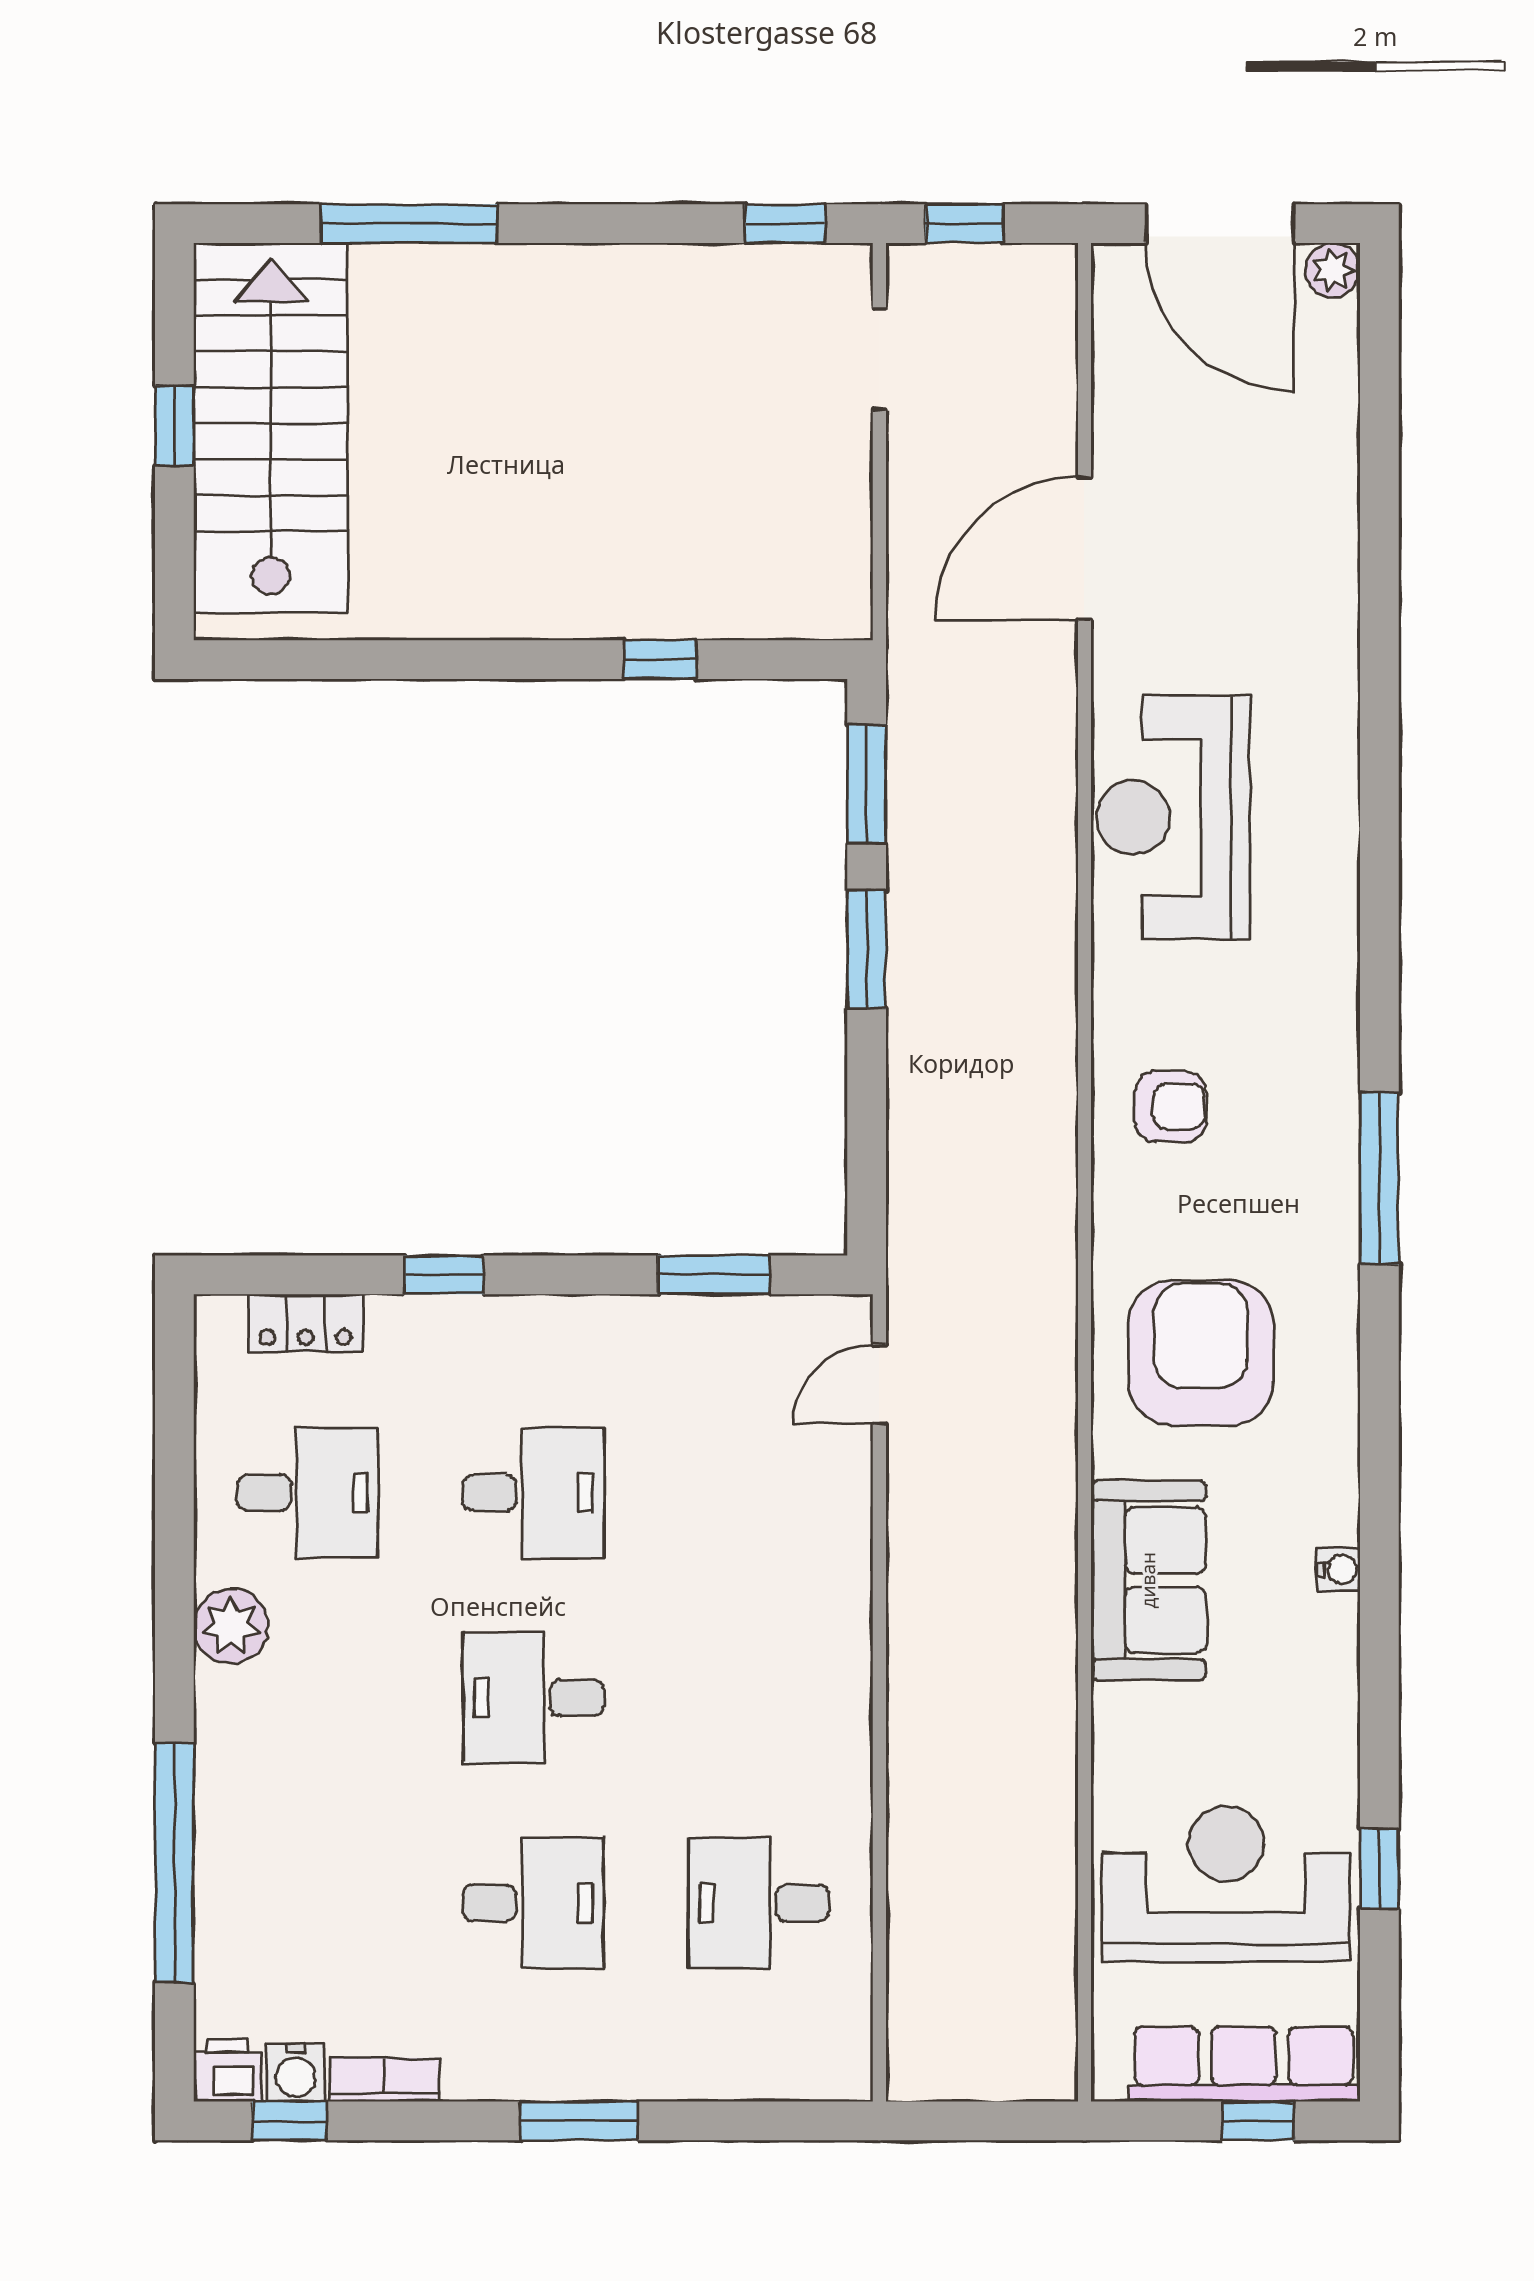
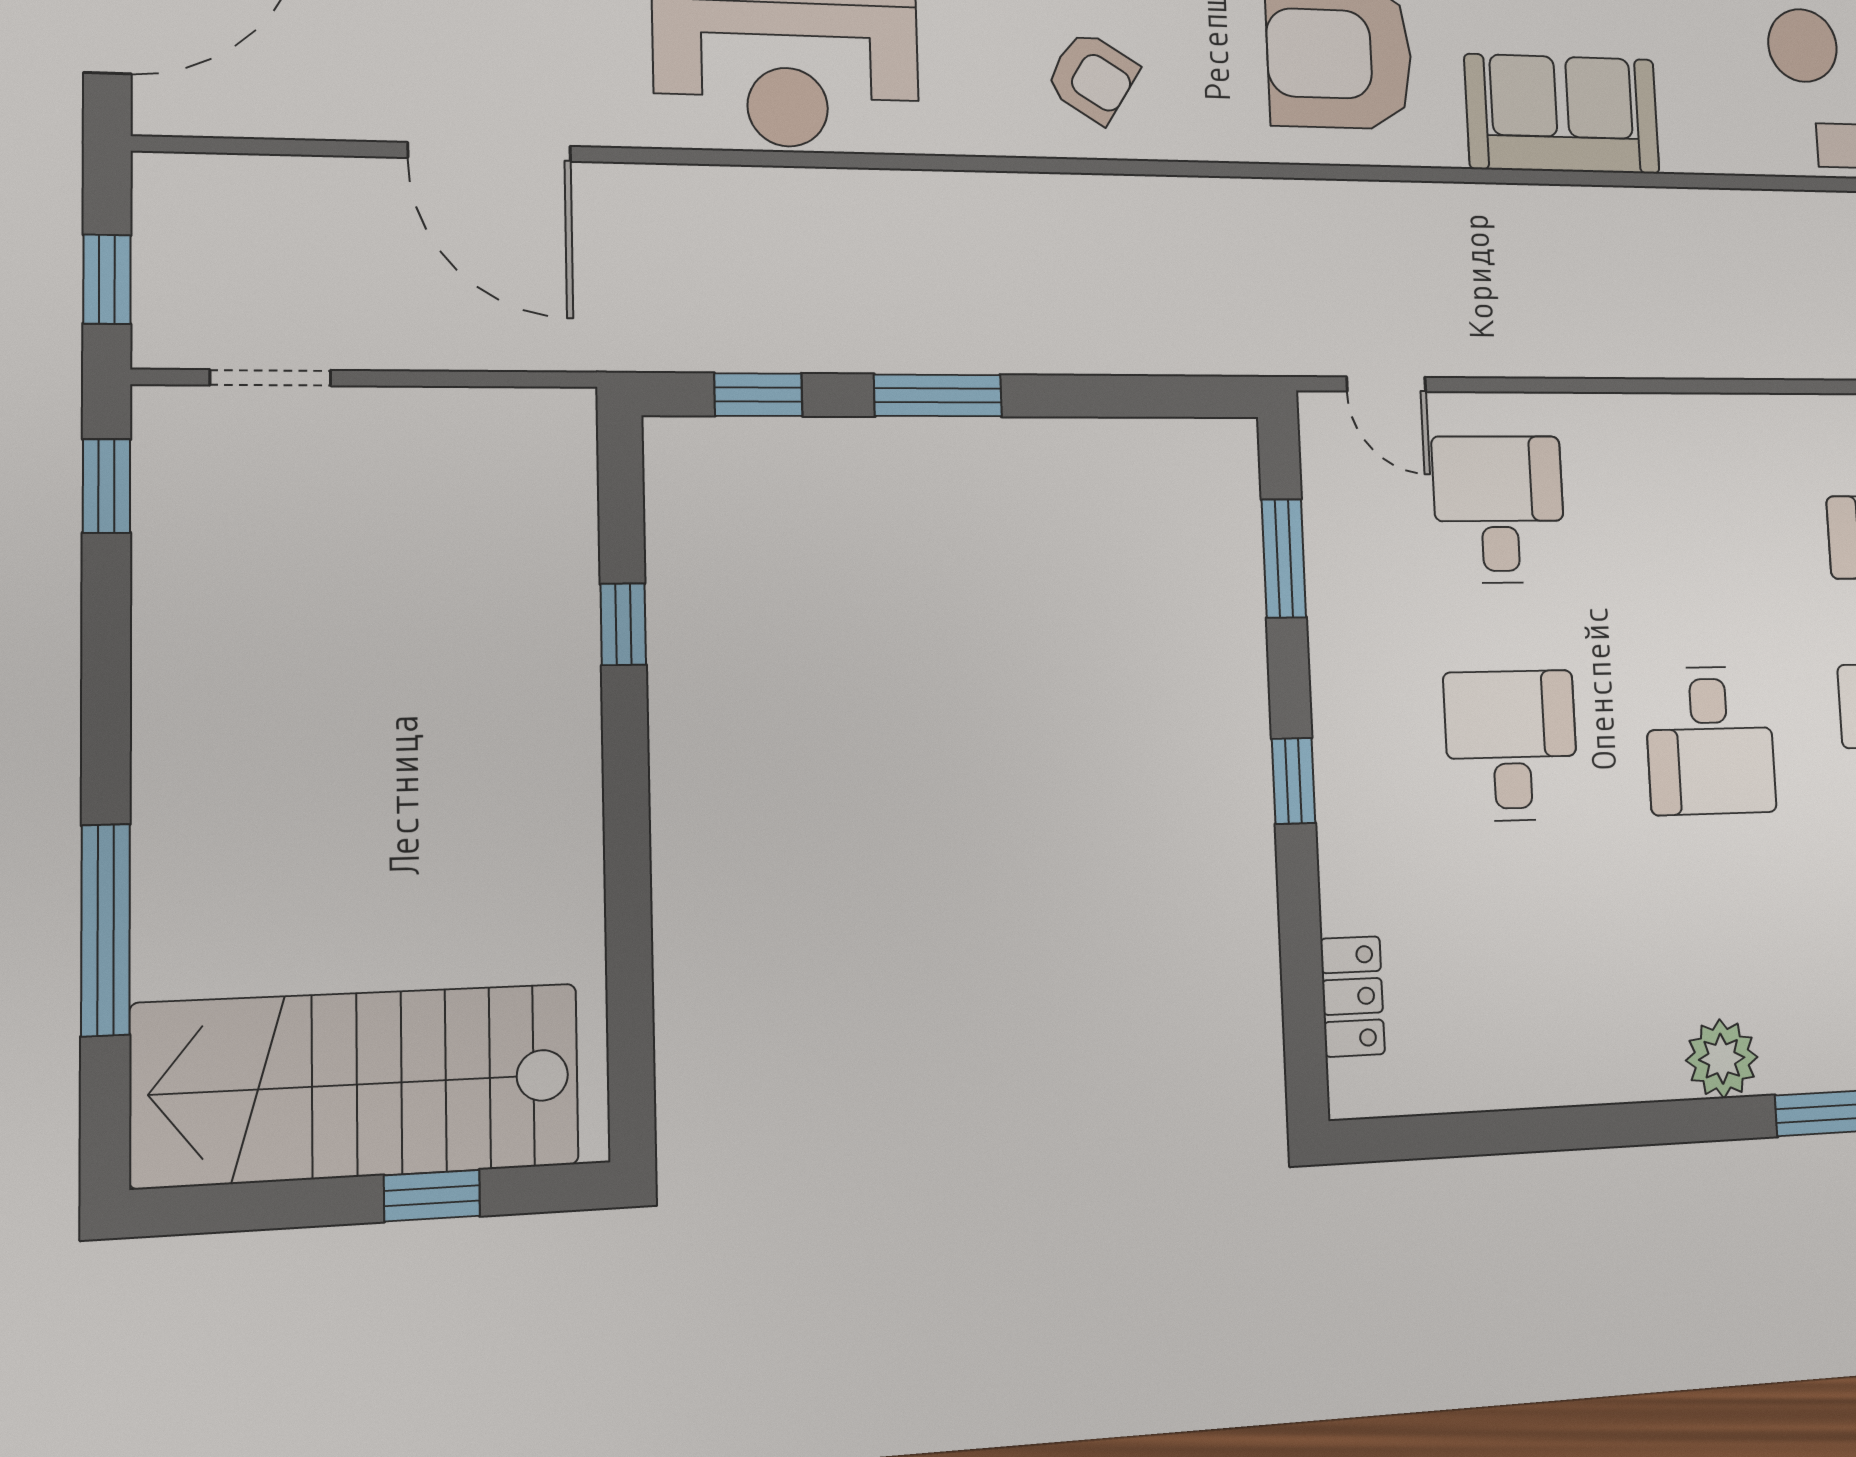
window: (174, 426) -> (432, 1196), moved
window: (867, 784) -> (758, 395), width x0.67
armchair: (1171, 1107) -> (1092, 77), turned 122
window: (444, 1275) -> (1294, 781), moved
desk: (308, 1493) -> (1499, 509), moved
plant: (231, 1626) -> (1722, 1059), moved

